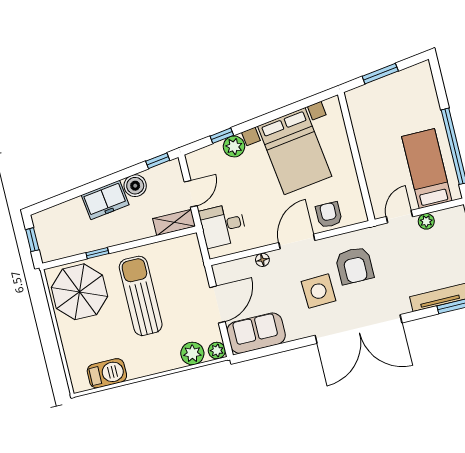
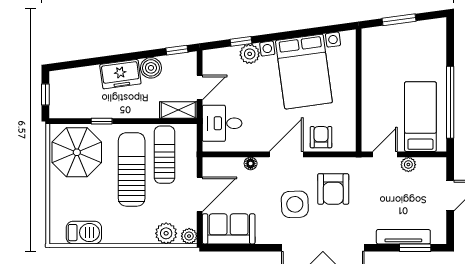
sun lounger: (171, 272) -> (165, 155), added

